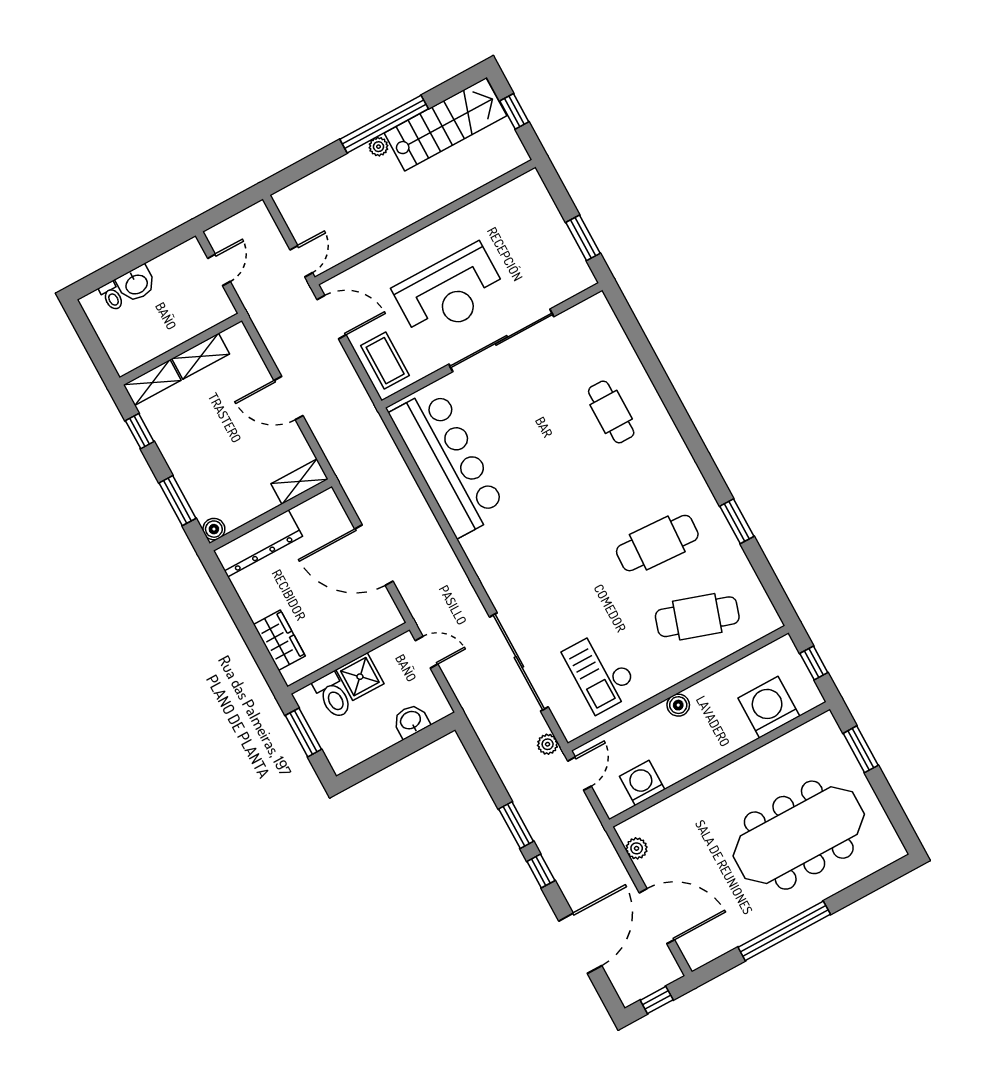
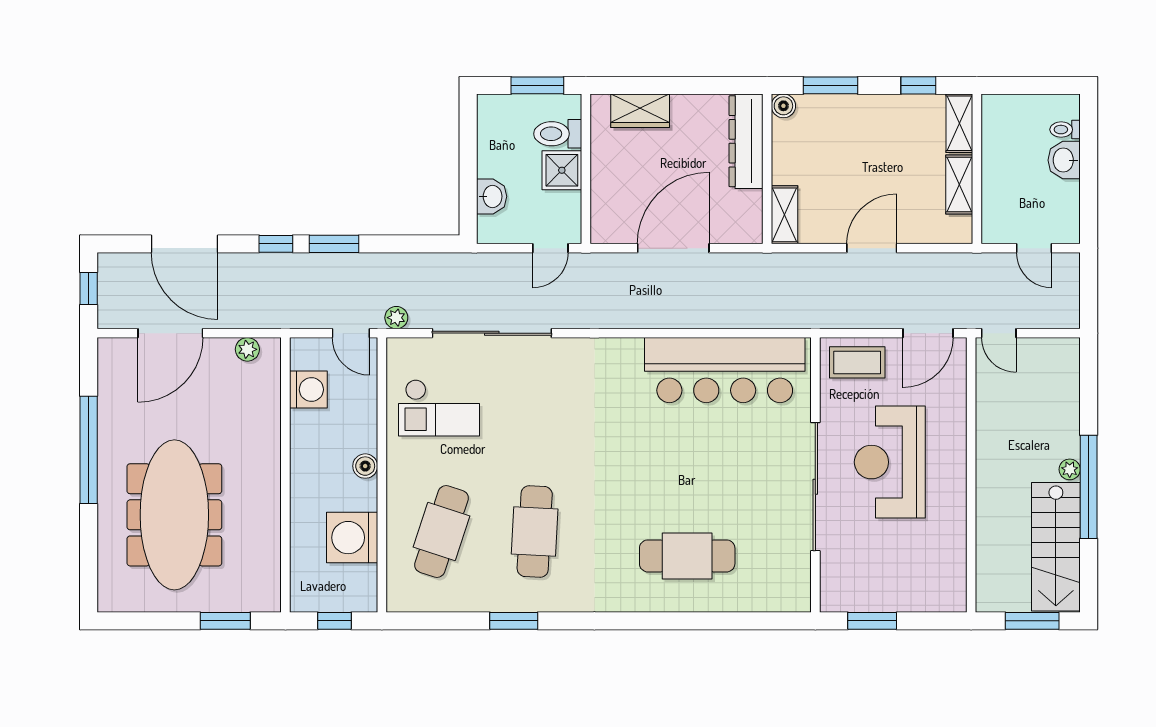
window: (514, 111) -> (1032, 621), width x1.50
cafe table: (611, 412) -> (687, 556), width x1.37, depth x1.35
checkout: (601, 672) -> (439, 408), turned 180
washing machine: (769, 707) -> (352, 538), moved, turned 180

